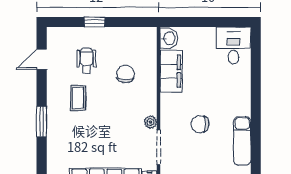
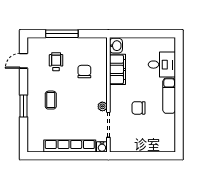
window: (95, 22) -> (62, 34), width x2.17
desk: (234, 46) -> (162, 65), moved, turned 90
coffee table: (78, 98) -> (51, 100), moved
exam couch: (242, 141) -> (169, 96), moved

